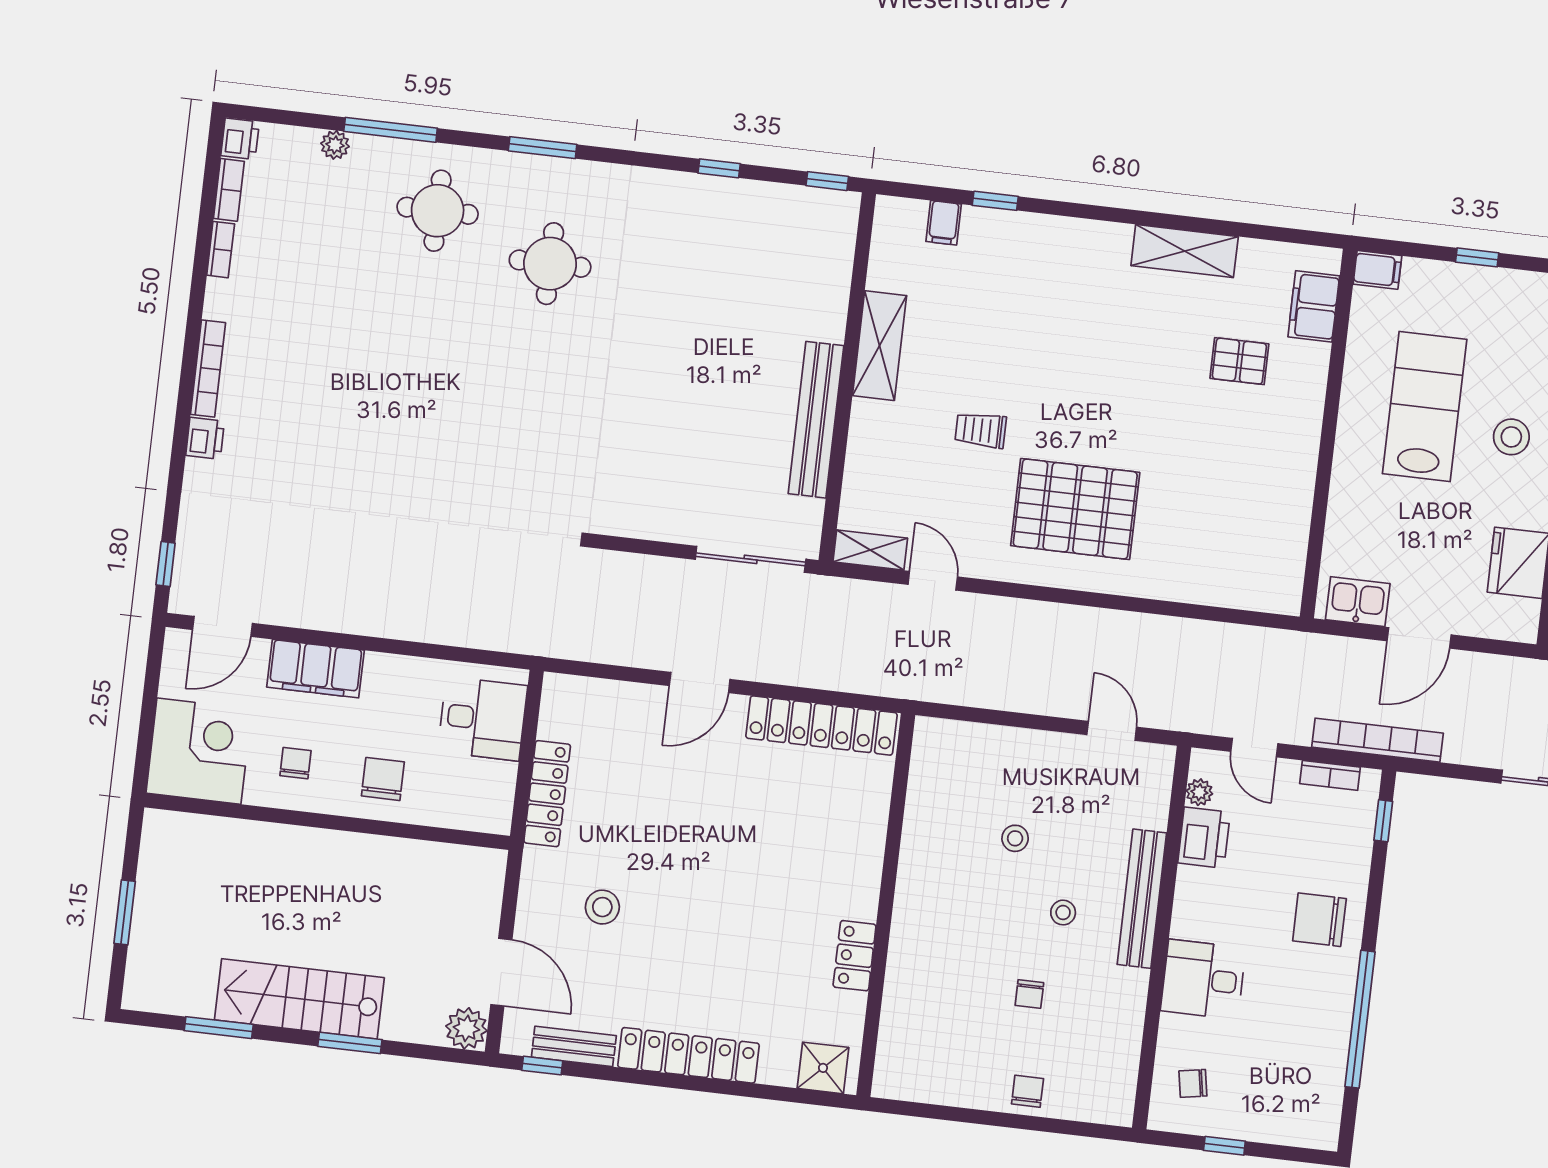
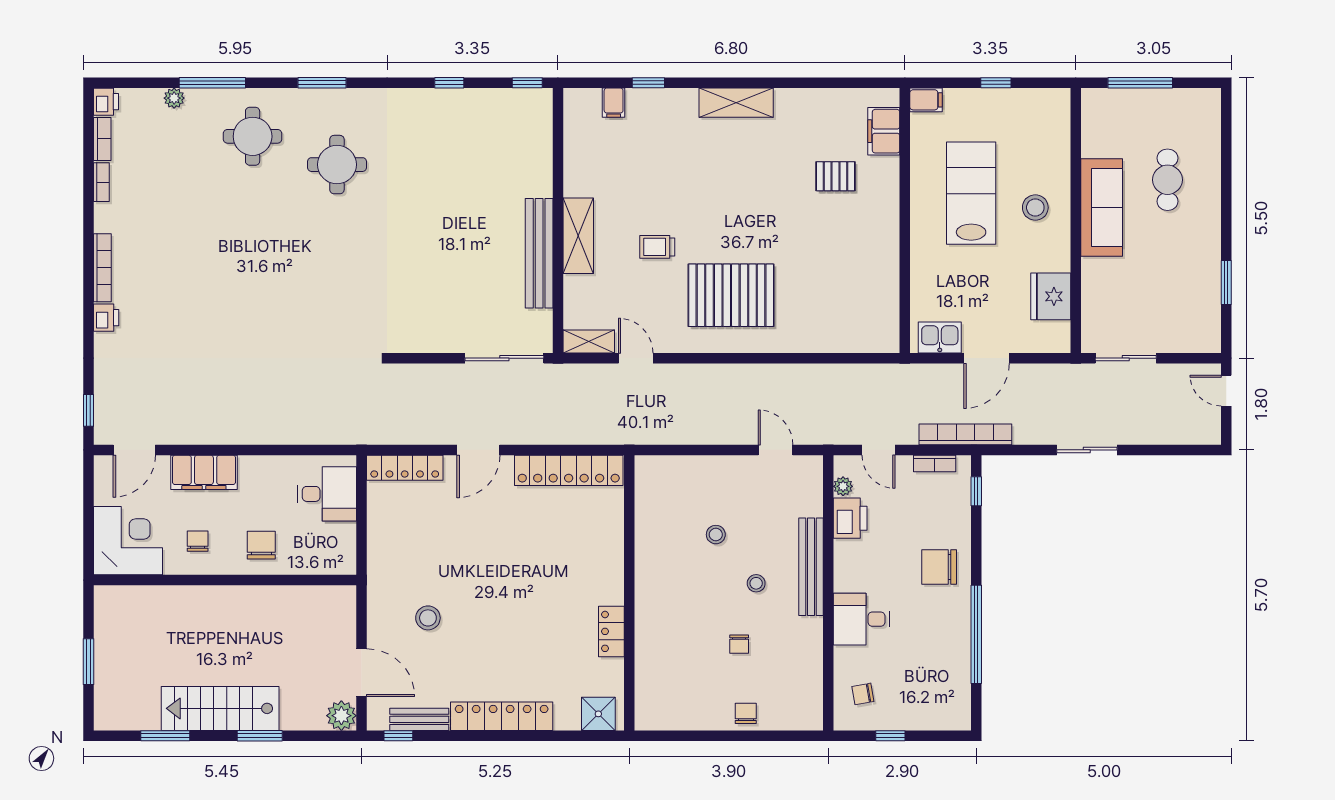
shelving: (1185, 251) -> (736, 103), moved
shelving: (879, 346) -> (578, 236), moved
locker: (547, 794) -> (405, 468), moved, turned 90

